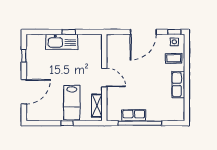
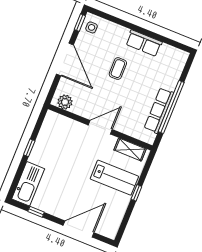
kitchen sink: (62, 42) -> (28, 184), moved
plant: (112, 44) -> (65, 102), added
coffee table: (174, 58) -> (118, 69), moved
door: (24, 92) -> (79, 229), hinge flipped
row of seats: (134, 115) -> (159, 110), width x1.48

